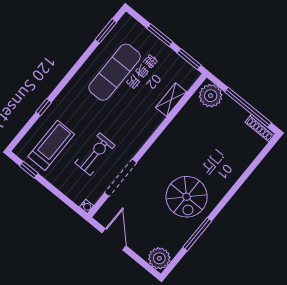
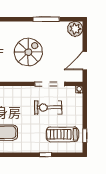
spiral stairs: (187, 197) -> (28, 52), moved

